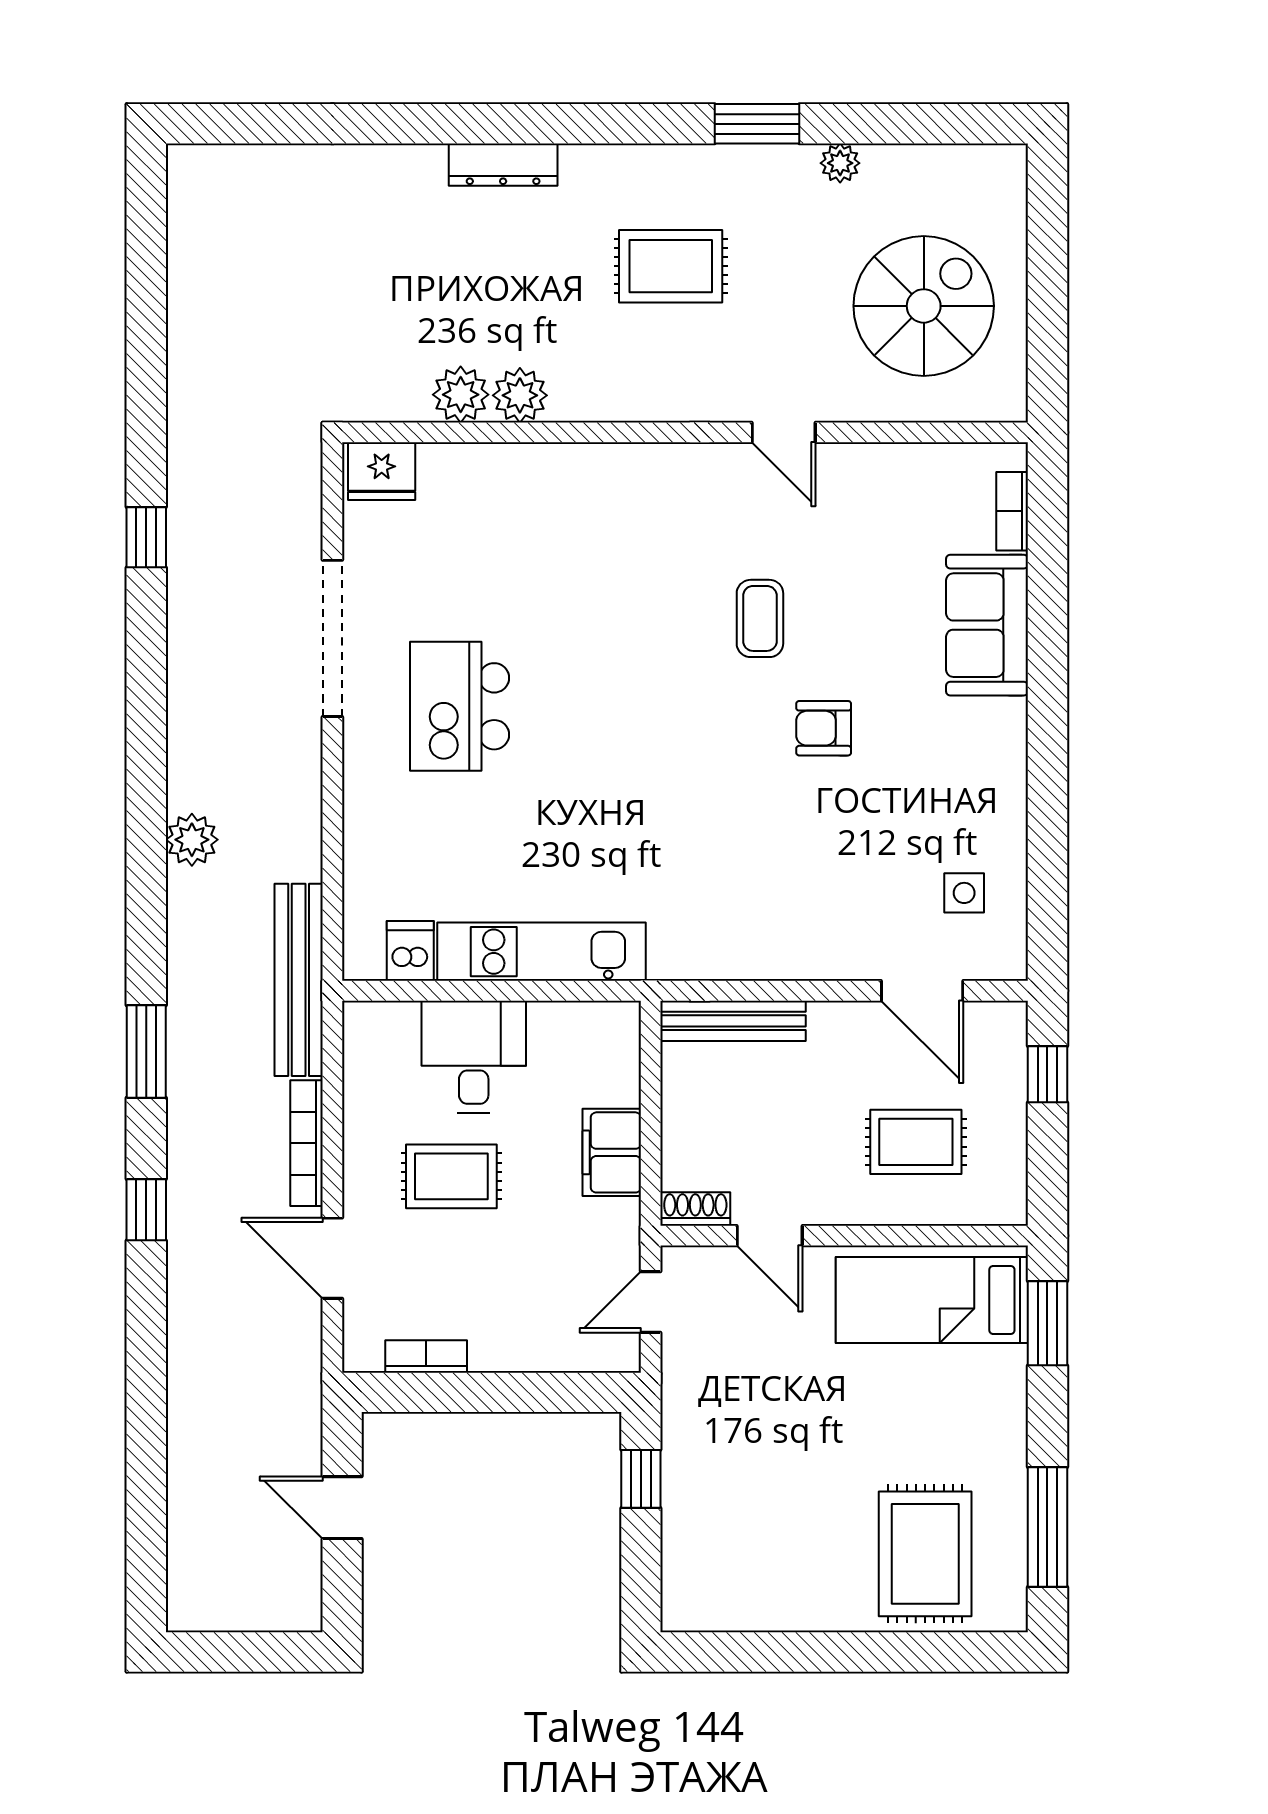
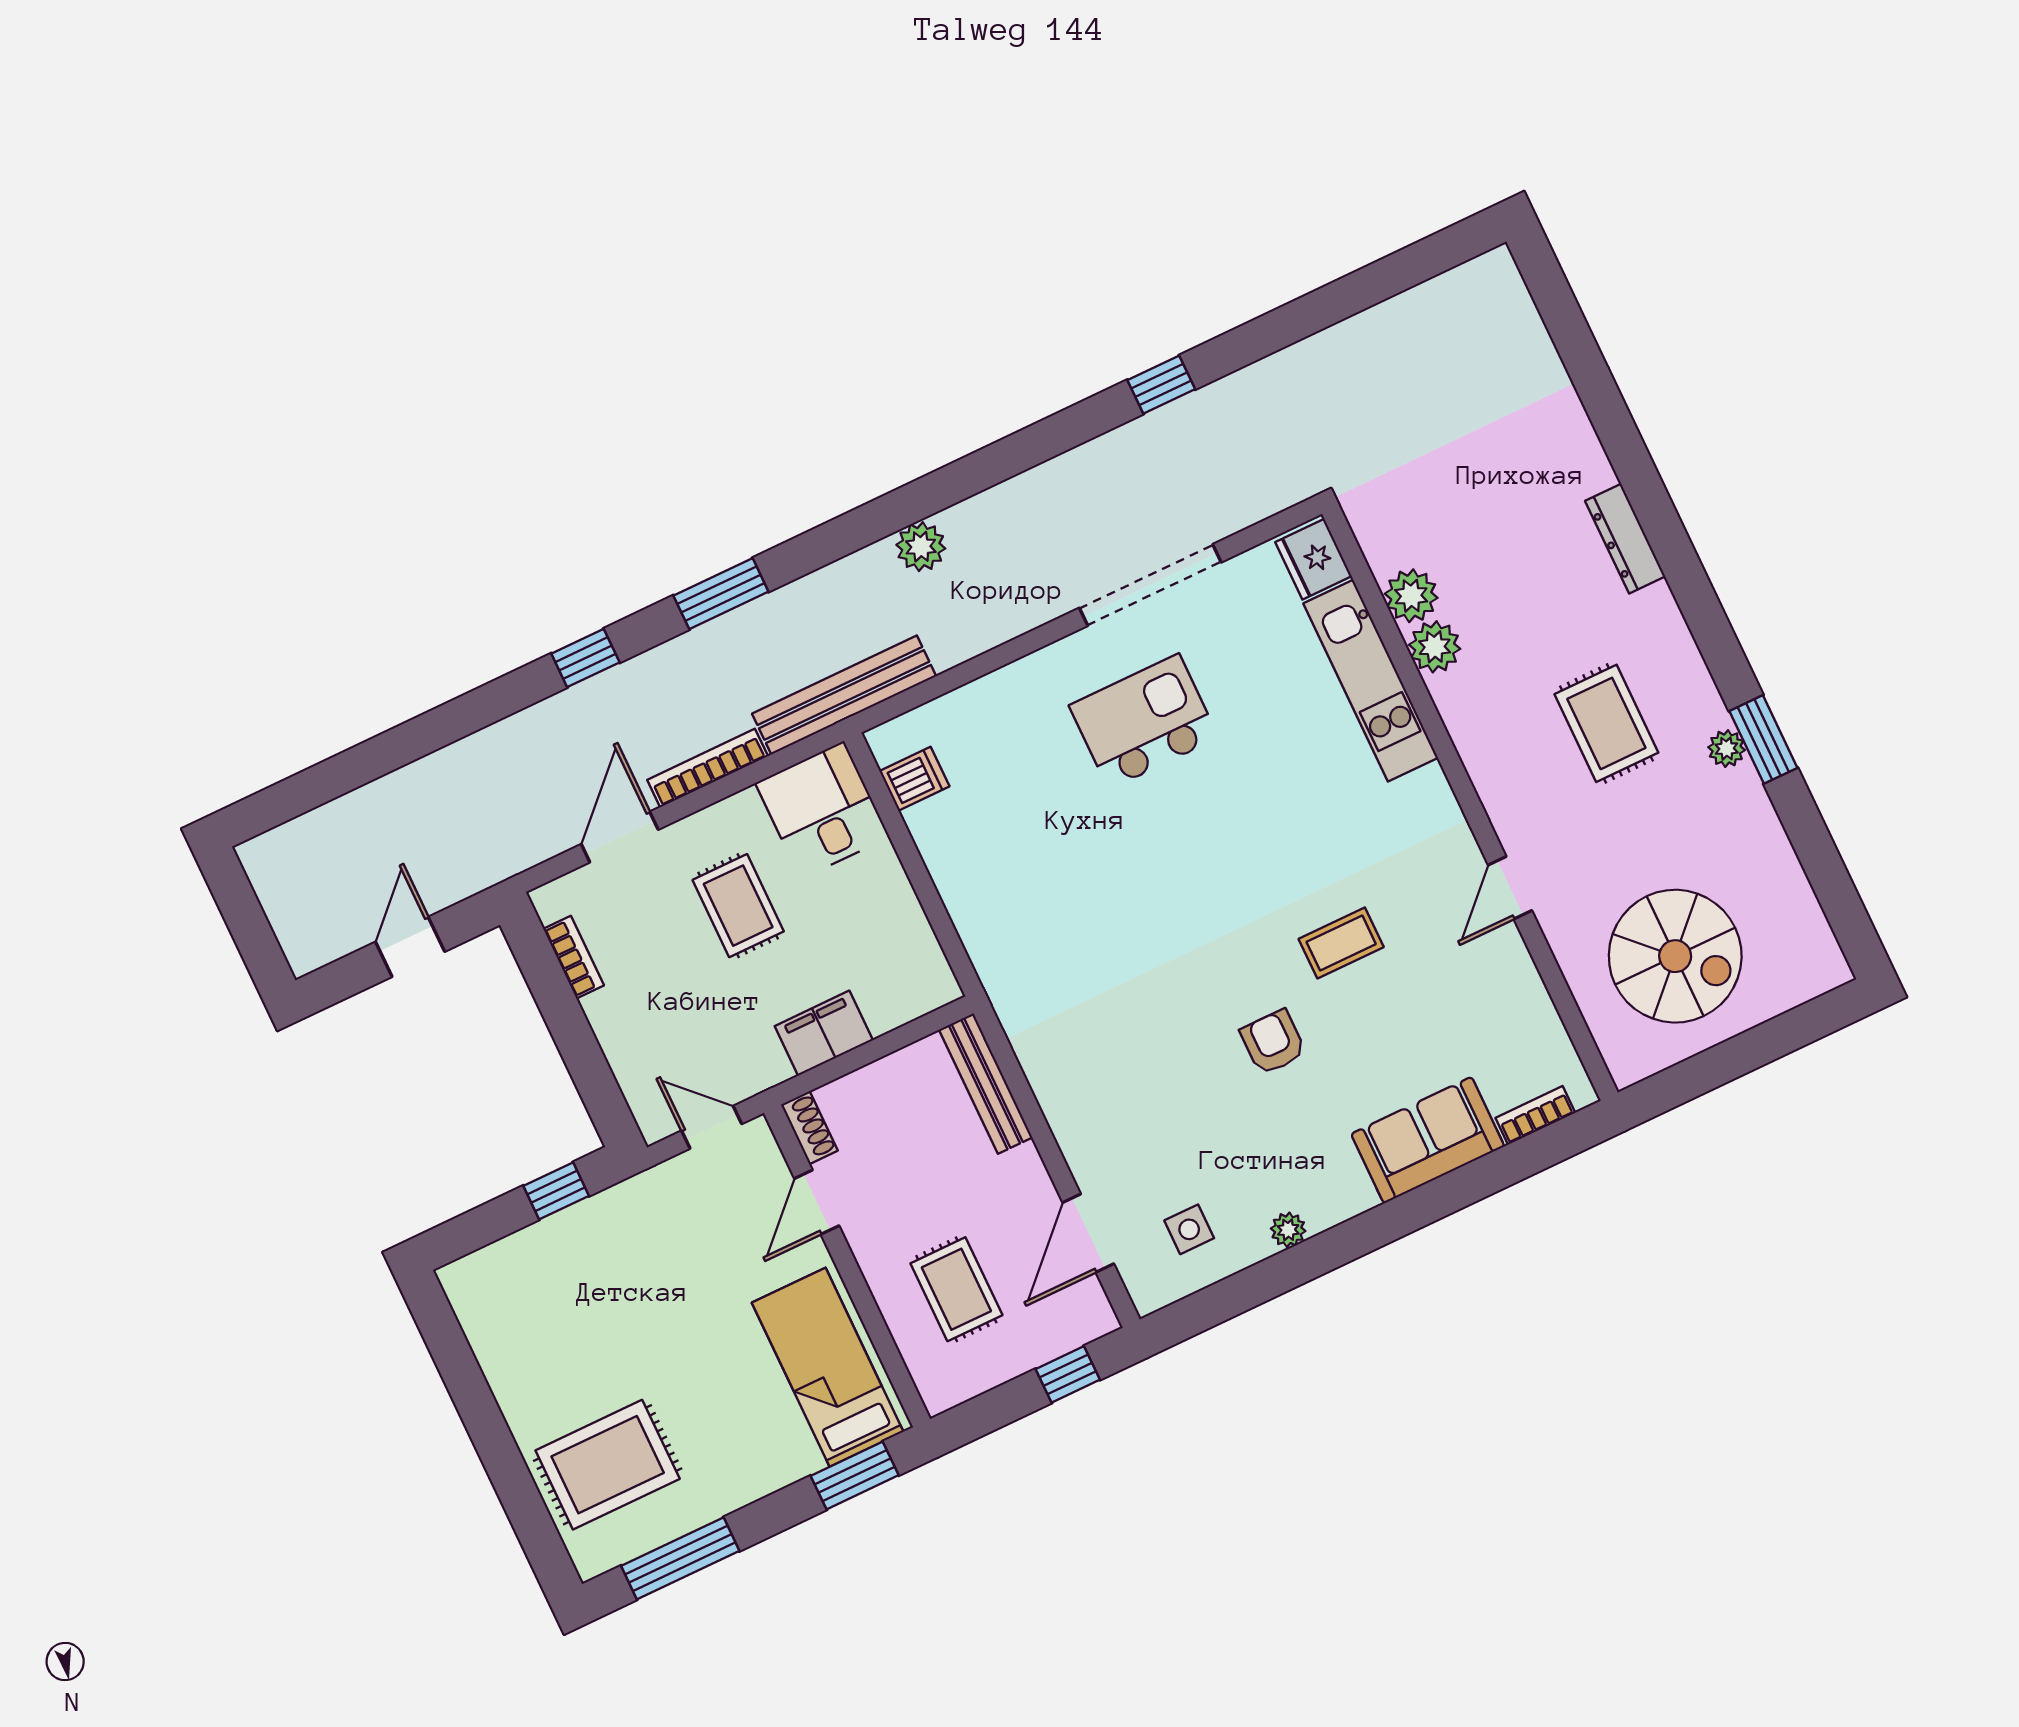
plant: (840, 163) -> (1727, 749), moved
plant: (1009, 799) -> (1288, 1230), added
kitchen unit: (542, 952) -> (1371, 681), moved, turned 180
desk: (474, 1057) -> (822, 810), moved, turned -90

